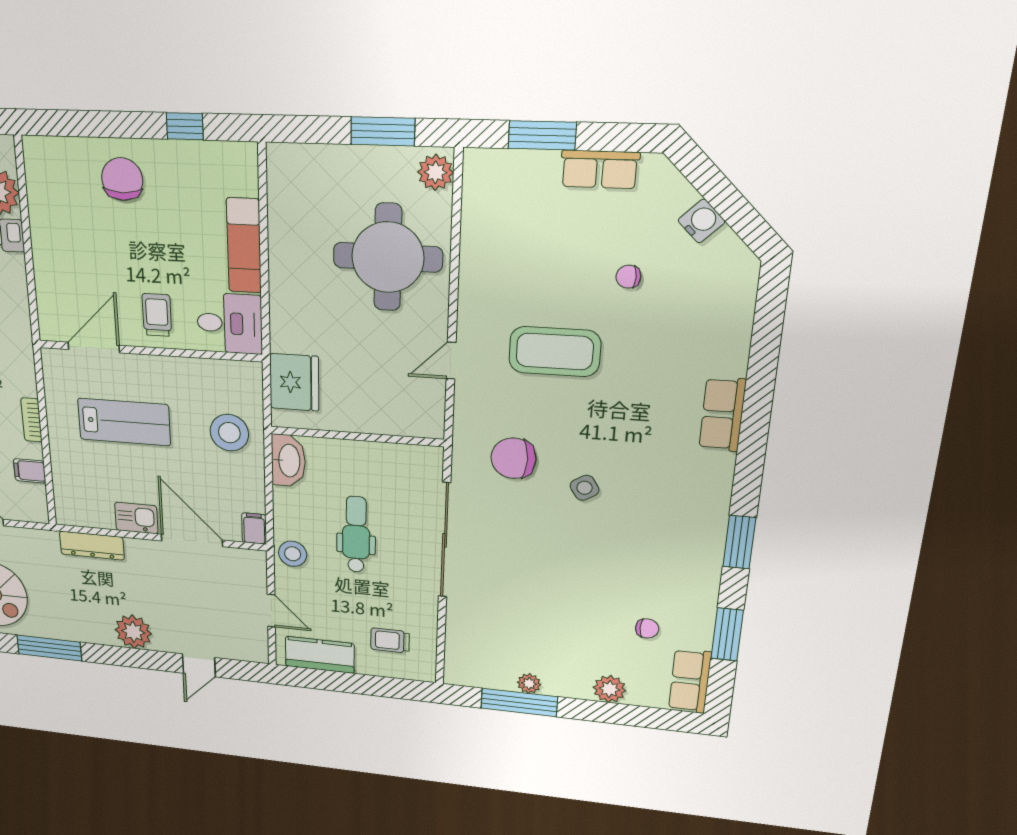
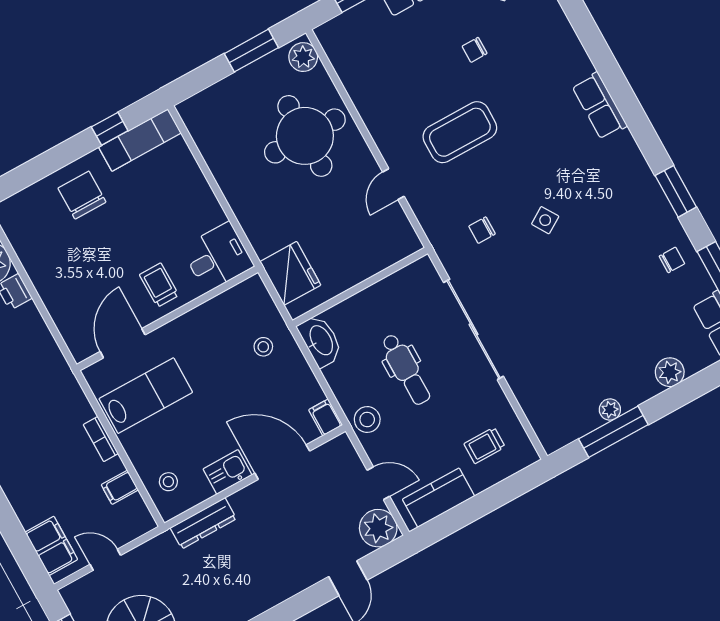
exam couch: (244, 246) -> (140, 140), moved, turned -90
lab bench: (124, 422) -> (146, 396), moved
stool: (229, 433) -> (263, 347), width x0.53, depth x0.53
chair: (514, 458) -> (482, 230), width x0.54, depth x0.54
stool: (77, 493) -> (168, 482), added
dental chair: (356, 535) -> (406, 369), turned 180
chair: (647, 628) -> (672, 260), moved
plant: (133, 632) -> (378, 528), moved

